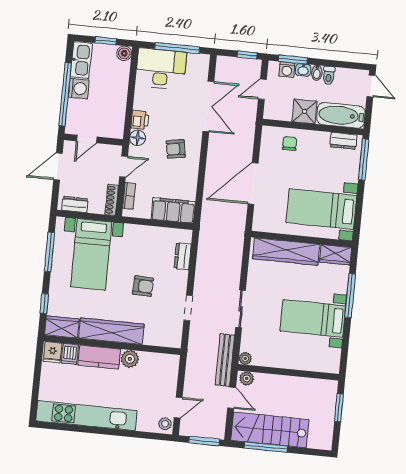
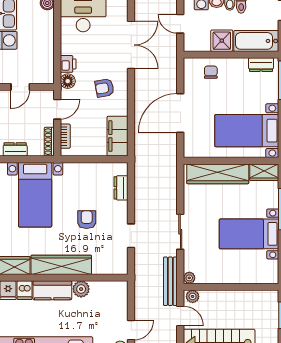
door: (262, 89) -> (180, 24), hinge flipped
filing cabinet: (173, 210) -> (118, 136), moved, turned -90
armchair: (143, 286) -> (87, 220), turned -92

